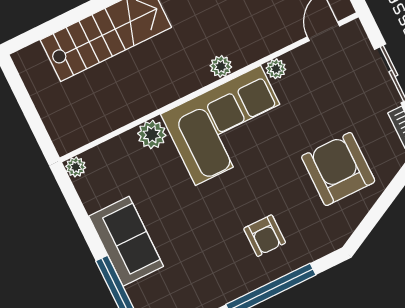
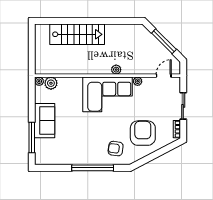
plant: (152, 134) -> (51, 83), moved
armchair: (265, 236) -> (116, 149), moved, turned 98

